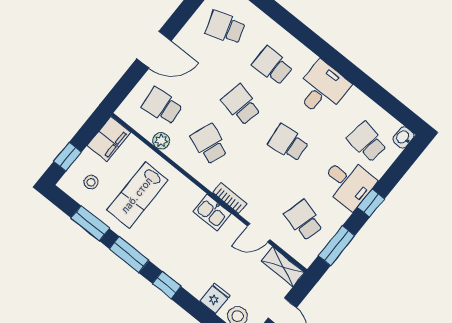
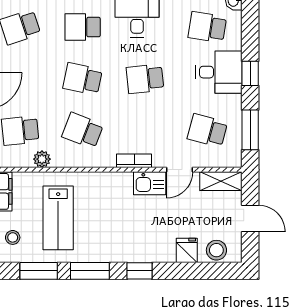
kitchen sink: (212, 212) -> (150, 183), moved

